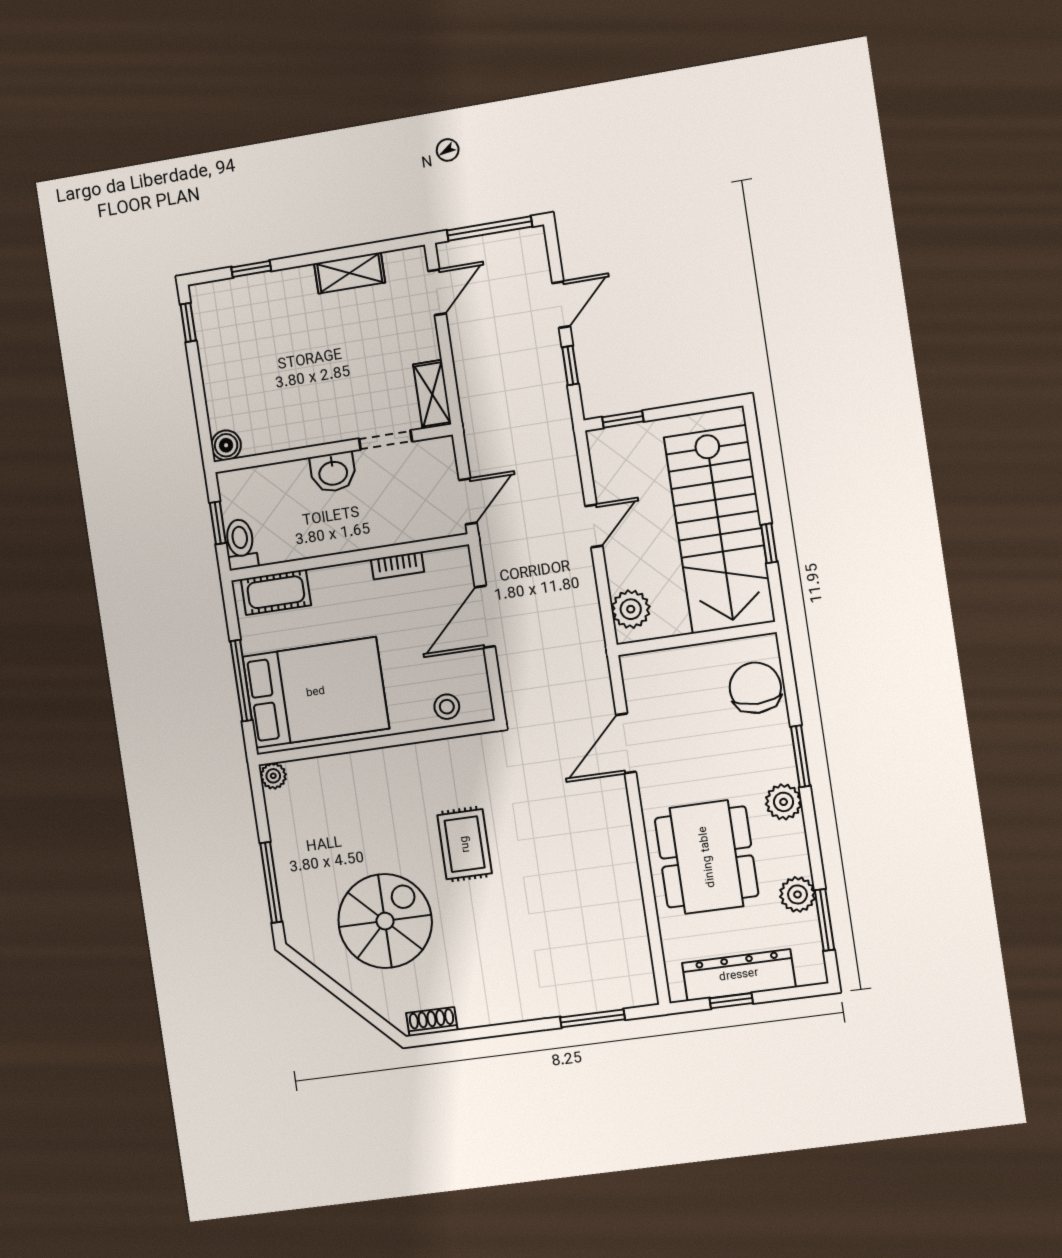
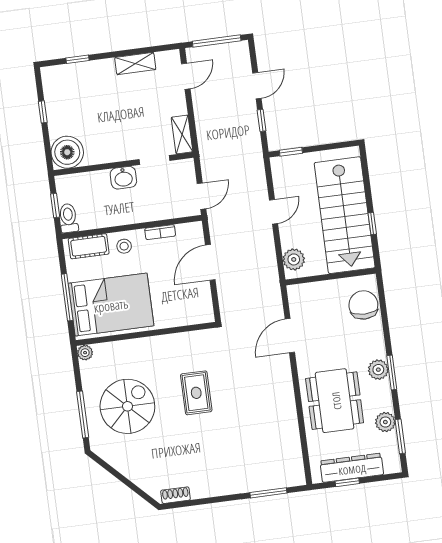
window: (188, 322) -> (43, 112), moved
boiler: (226, 445) -> (67, 152), width x1.86, depth x1.86
stool: (447, 707) -> (124, 246), moved
window: (800, 756) -> (392, 372), moved
spiral stairs: (385, 921) -> (127, 406), moved

